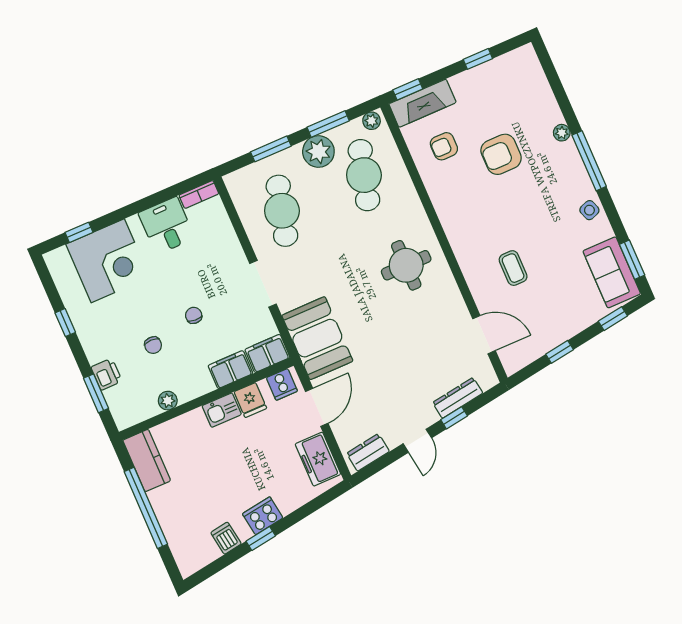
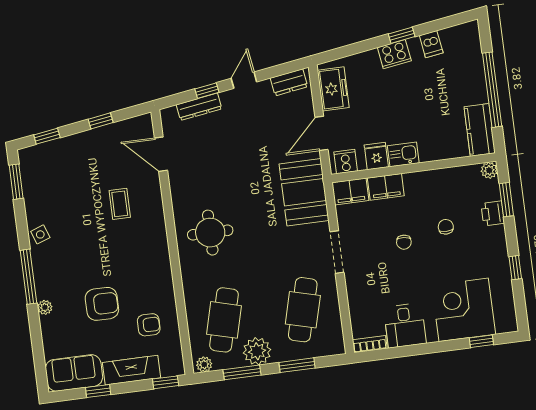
fireplace: (422, 103) -> (131, 370), moved
sofa: (612, 272) -> (74, 373), moved, turned -90
plant: (168, 401) -> (489, 170), moved

